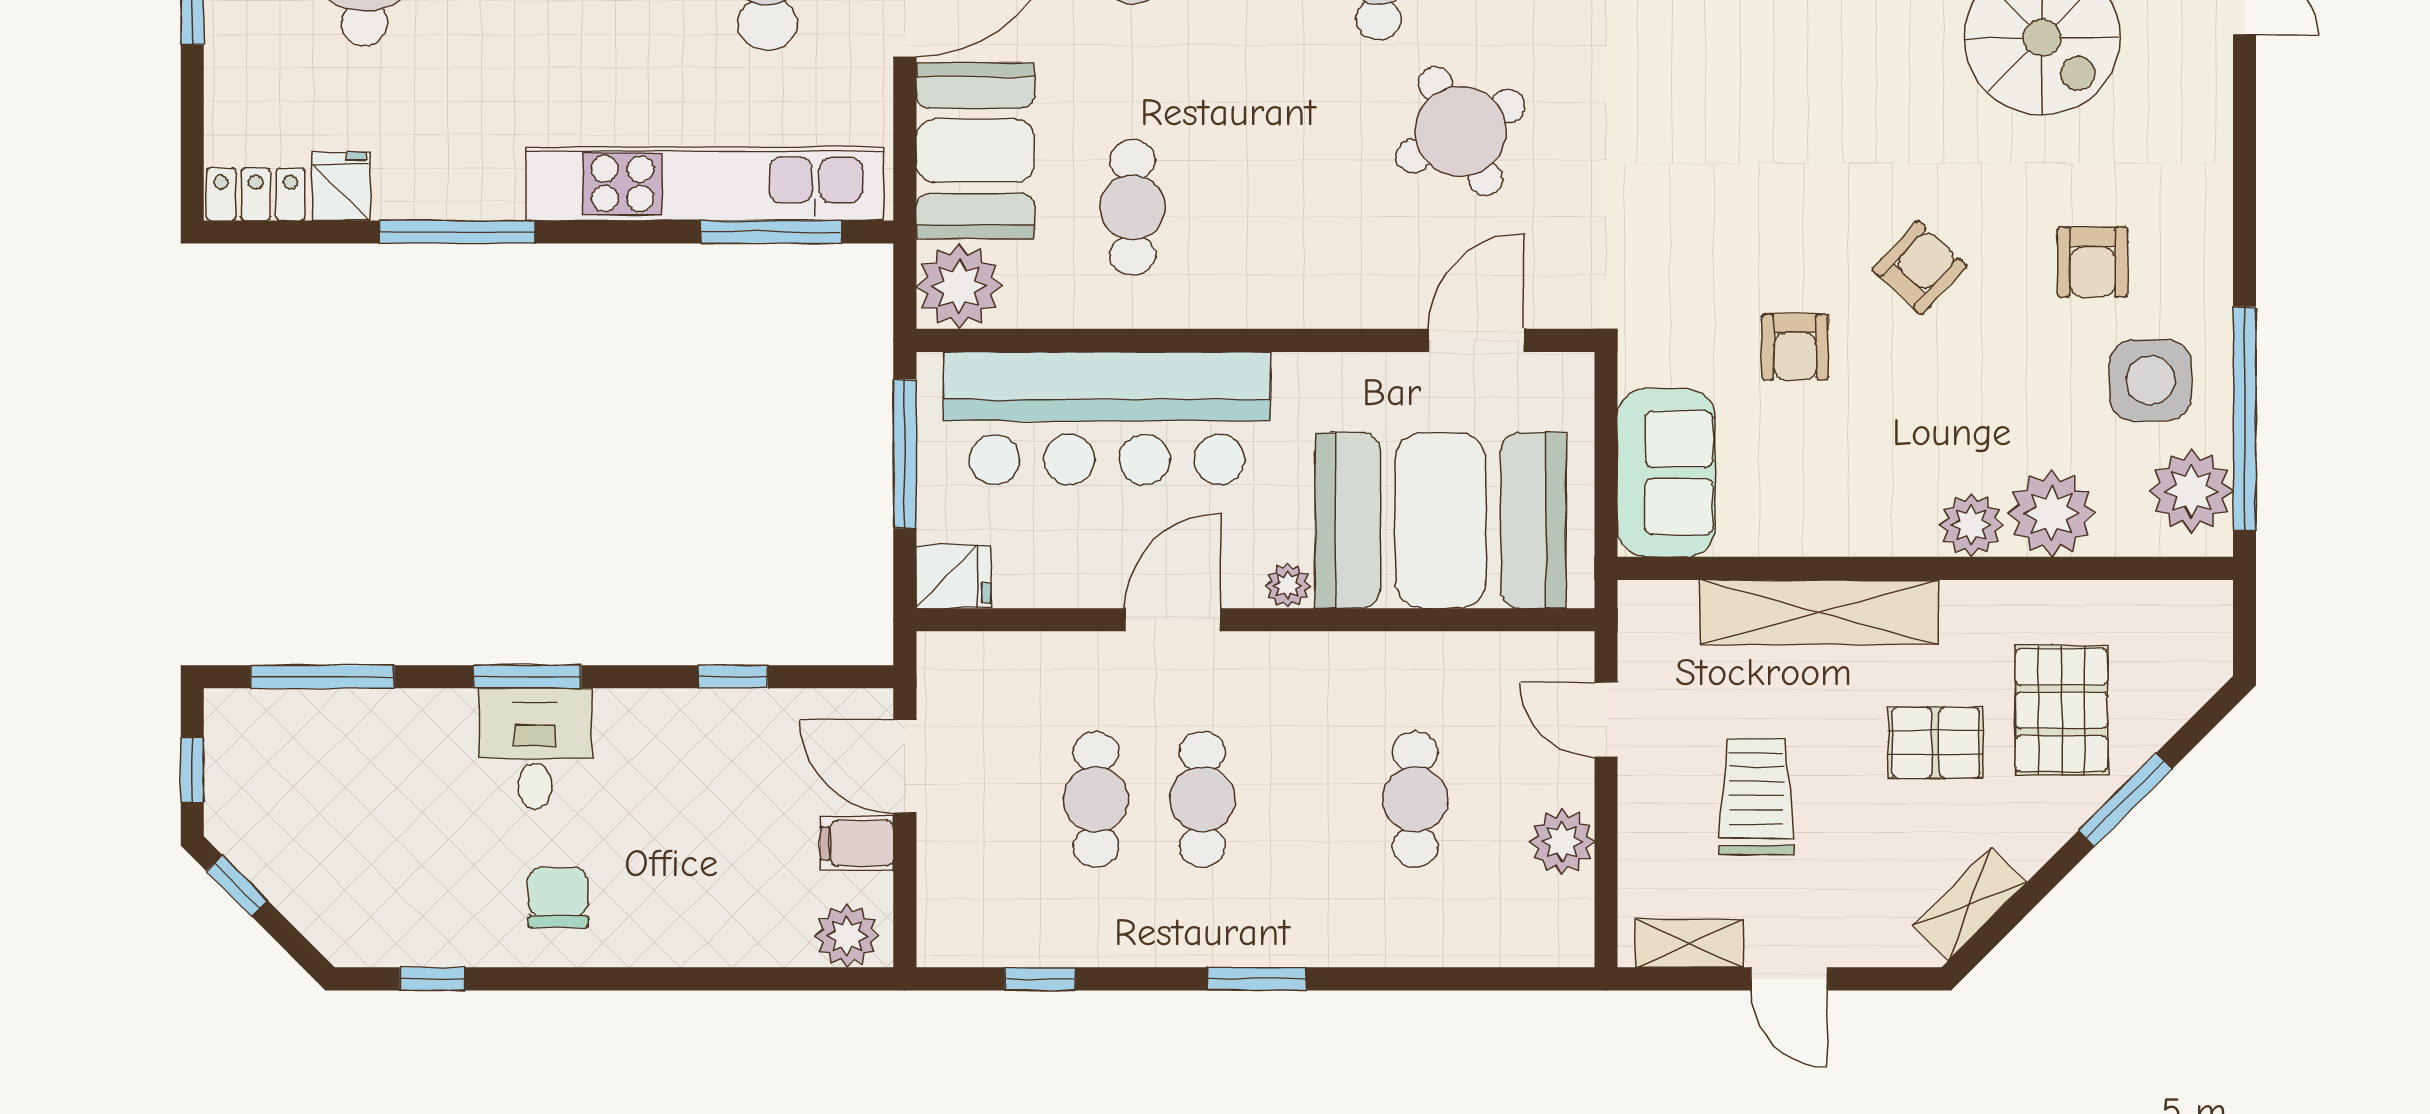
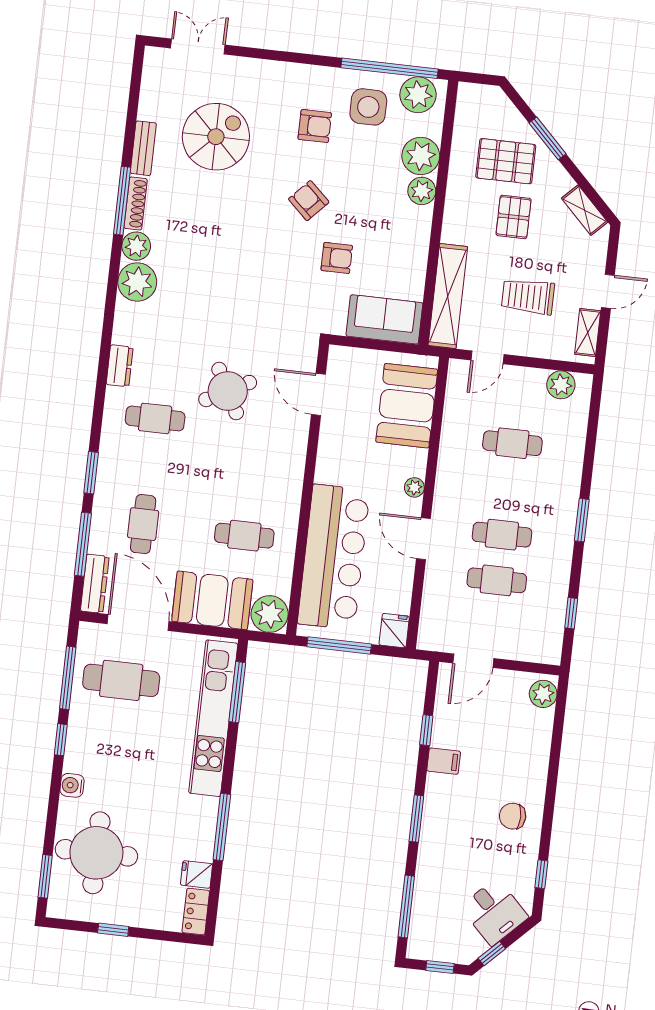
booth: (1440, 520) -> (407, 406), width x0.73, depth x0.70
shelving: (1819, 612) -> (448, 296), moved
desk: (535, 749) -> (494, 912), moved, turned -135
plant: (1562, 842) -> (561, 385), moved
filing cabinet: (857, 843) -> (444, 761), moved, turned -90

